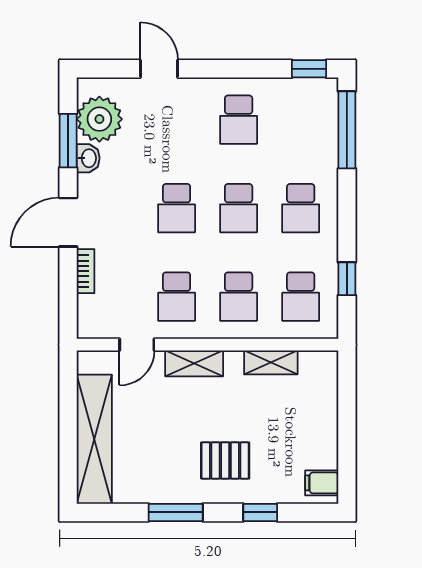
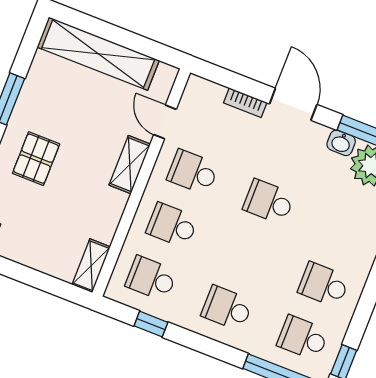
school desk: (239, 208) -> (303, 338), moved
shelving: (271, 362) -> (91, 266), moved

